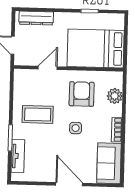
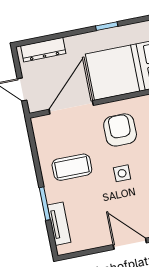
door: (48, 68) -> (71, 107), width x1.88

